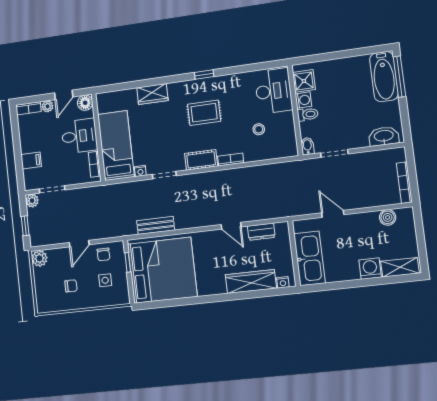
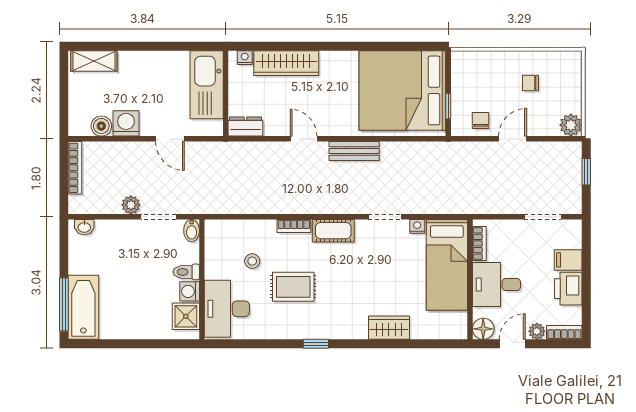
rug: (204, 113) -> (293, 287), moved
washbasin: (384, 136) -> (84, 227), width x0.52, depth x0.69
printer: (29, 140) -> (568, 289), added
plant: (32, 201) -> (131, 205), moved
bench: (156, 225) -> (354, 151), moved
dresser: (261, 232) -> (245, 127), moved
washing machine: (370, 269) -> (126, 123), moved, turned 180
side table: (105, 280) -> (482, 86), removed

